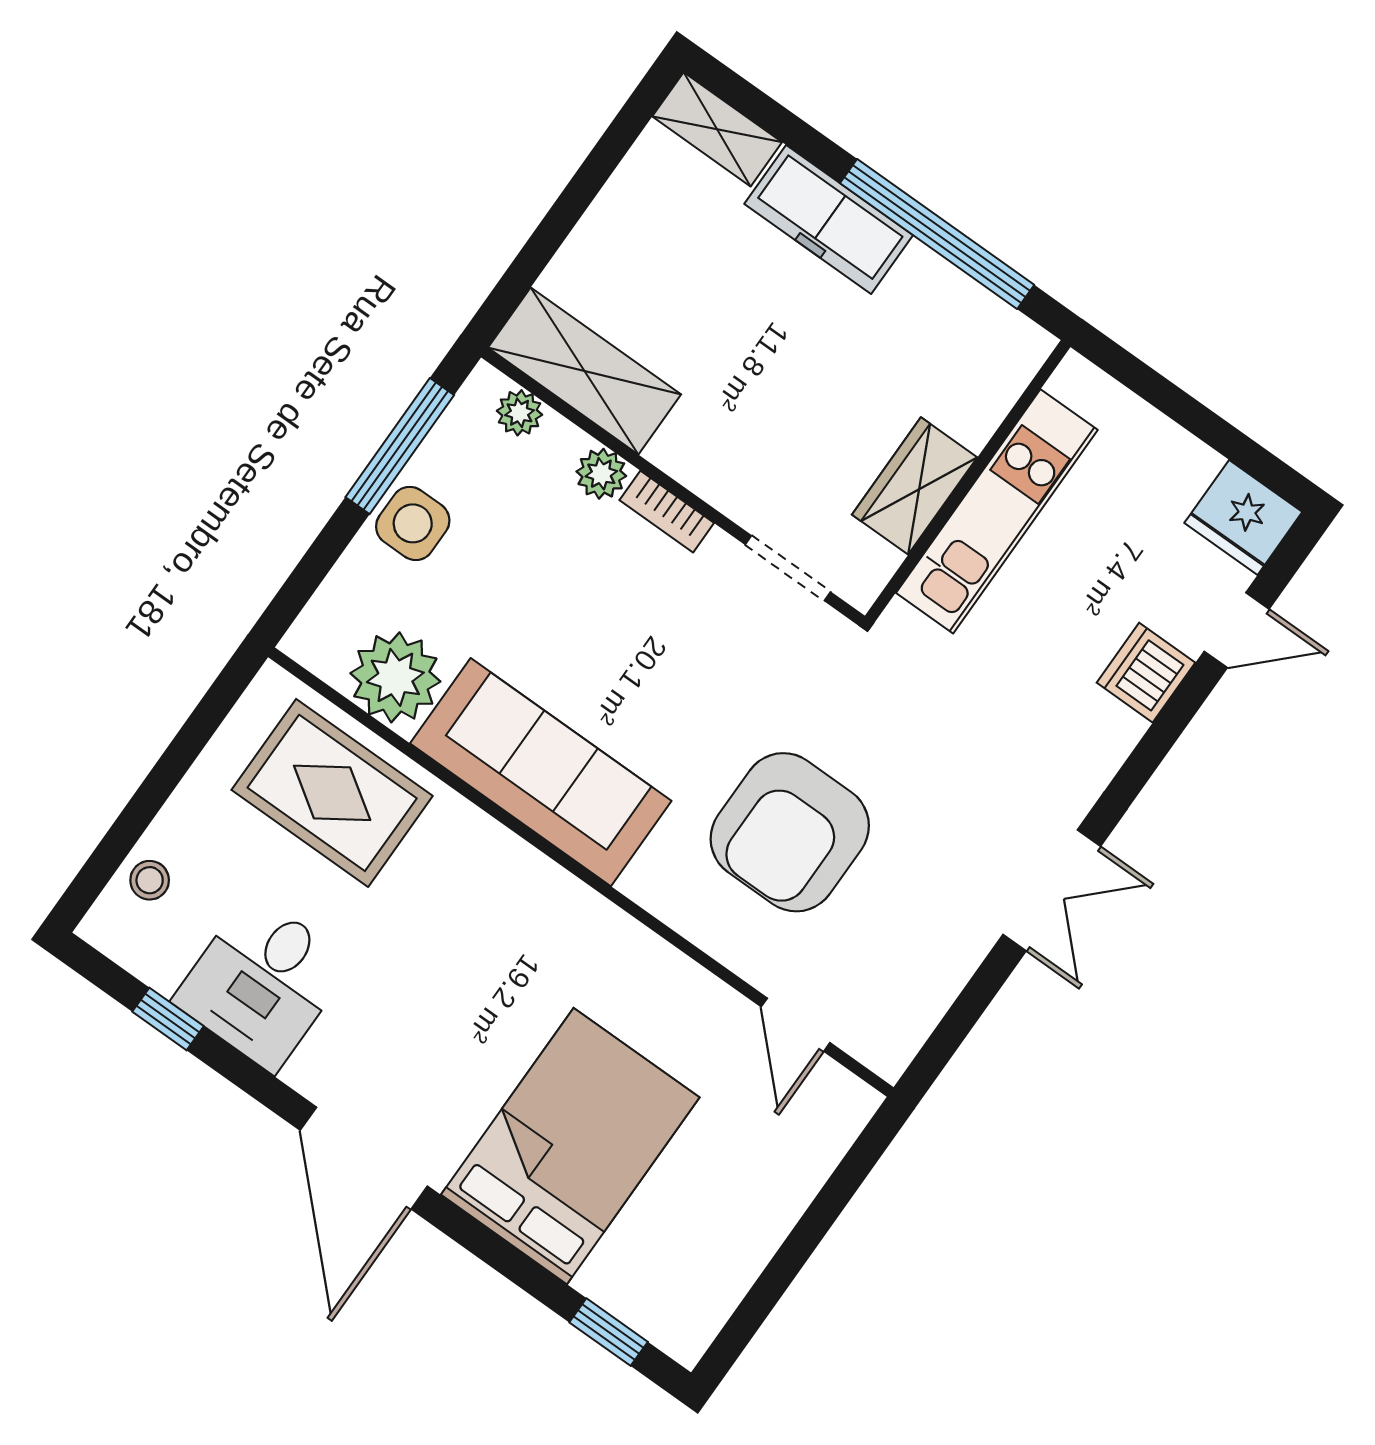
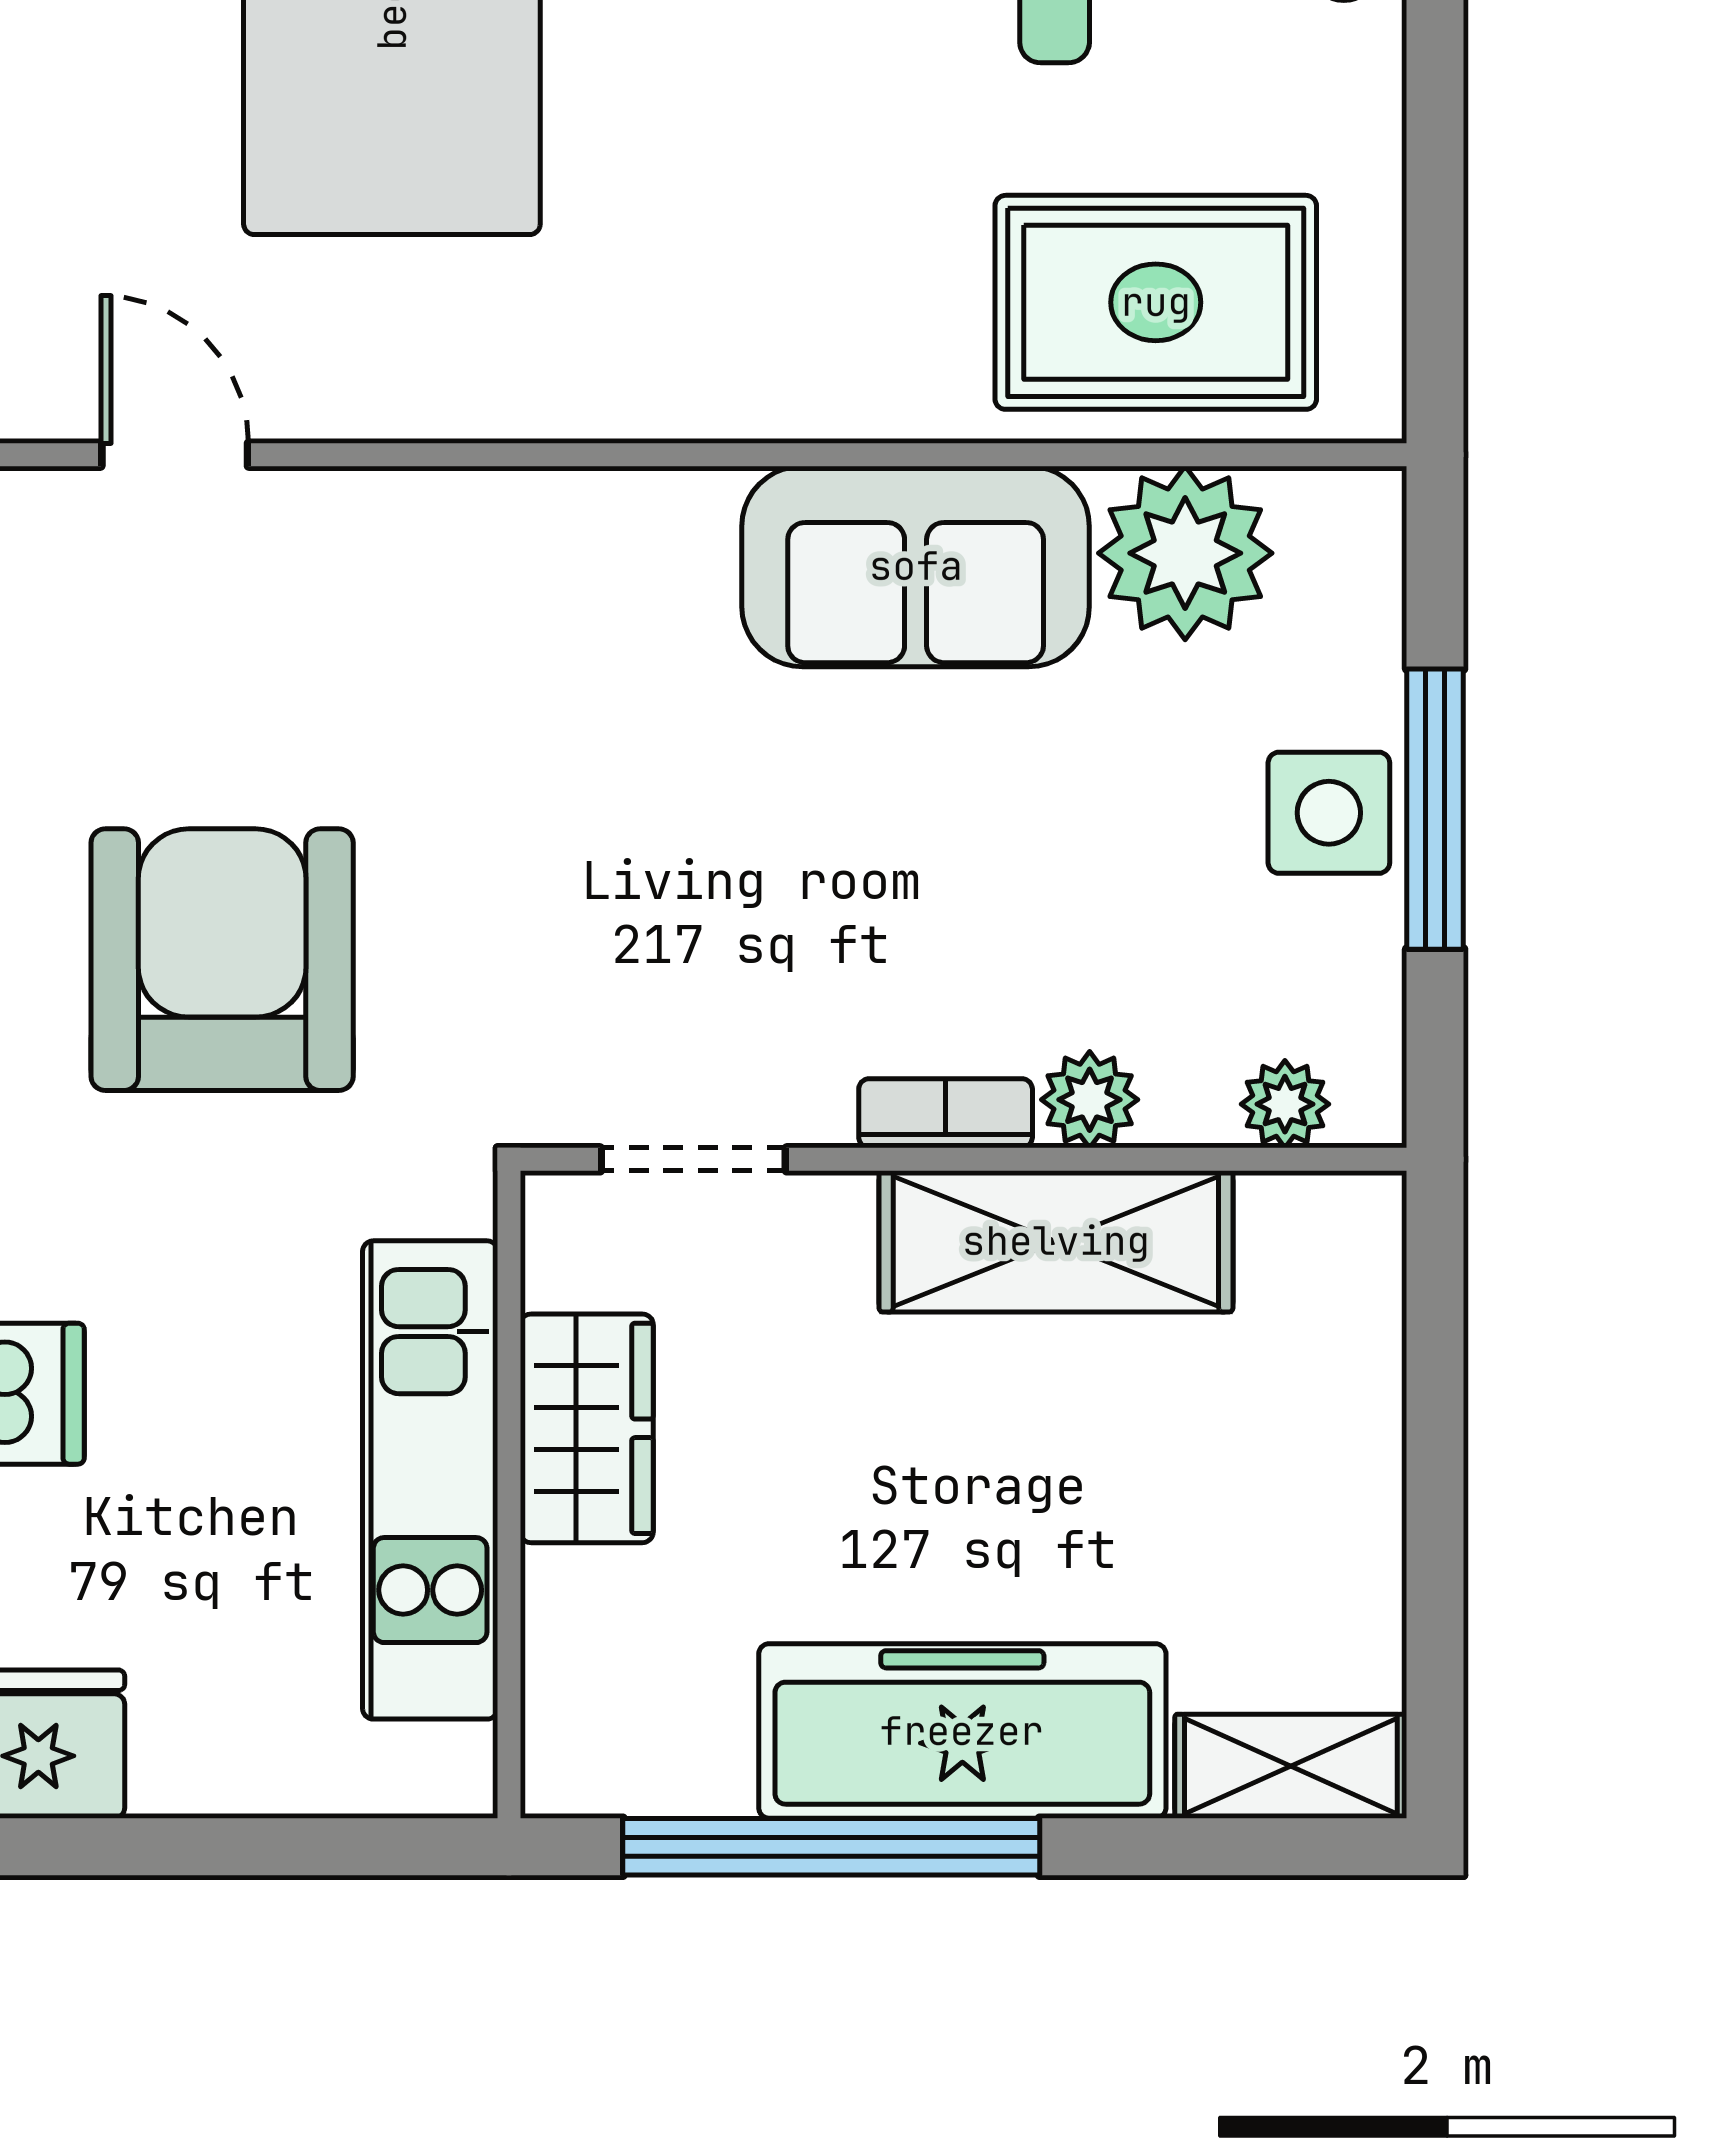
freezer: (829, 220) -> (962, 1731), width x1.36, depth x1.26
shelving: (585, 371) -> (1056, 1241), moved
window: (400, 446) -> (1435, 809), moved
sofa: (541, 772) -> (916, 566), width x0.73
armchair: (790, 832) -> (222, 960), moved

